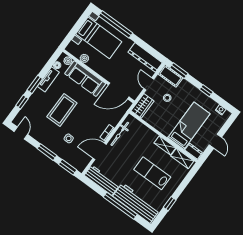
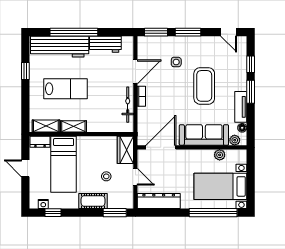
cot: (170, 76) -> (93, 201), moved
window: (206, 91) -> (53, 213), moved
workbench: (102, 180) -> (105, 44), width x0.73

